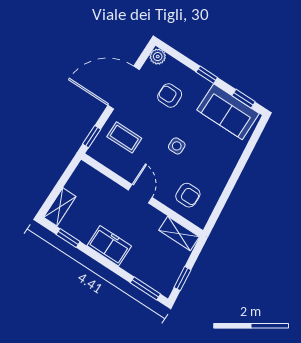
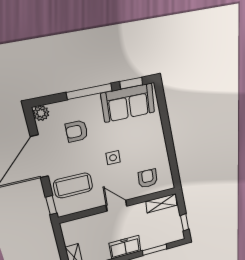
window: (207, 75) -> (89, 92), width x2.17
coffee table: (124, 137) -> (73, 186), width x1.36, depth x1.30
armchair: (188, 195) -> (148, 178), turned -90
window: (145, 288) -> (155, 250), moved

